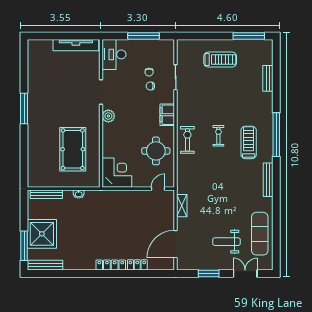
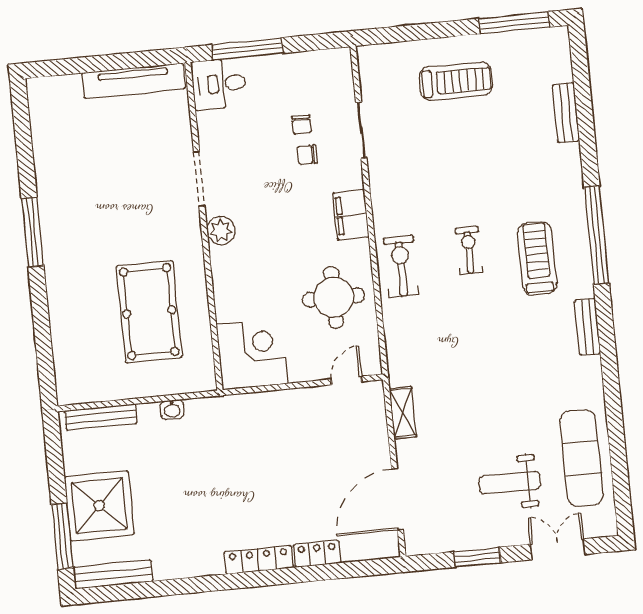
window: (143, 36) -> (247, 49), moved
desk: (114, 54) -> (219, 84), width x0.73
bench: (268, 180) -> (587, 327), width x0.73

